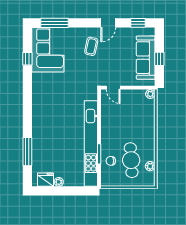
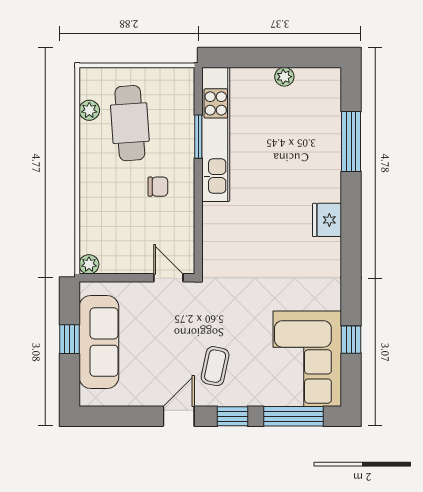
window: (138, 23) -> (232, 416), moved
kitchen unit: (91, 143) -> (216, 134), width x0.73
chair: (111, 161) -> (158, 187), moved
fridge: (46, 180) -> (327, 220), moved, turned 90

